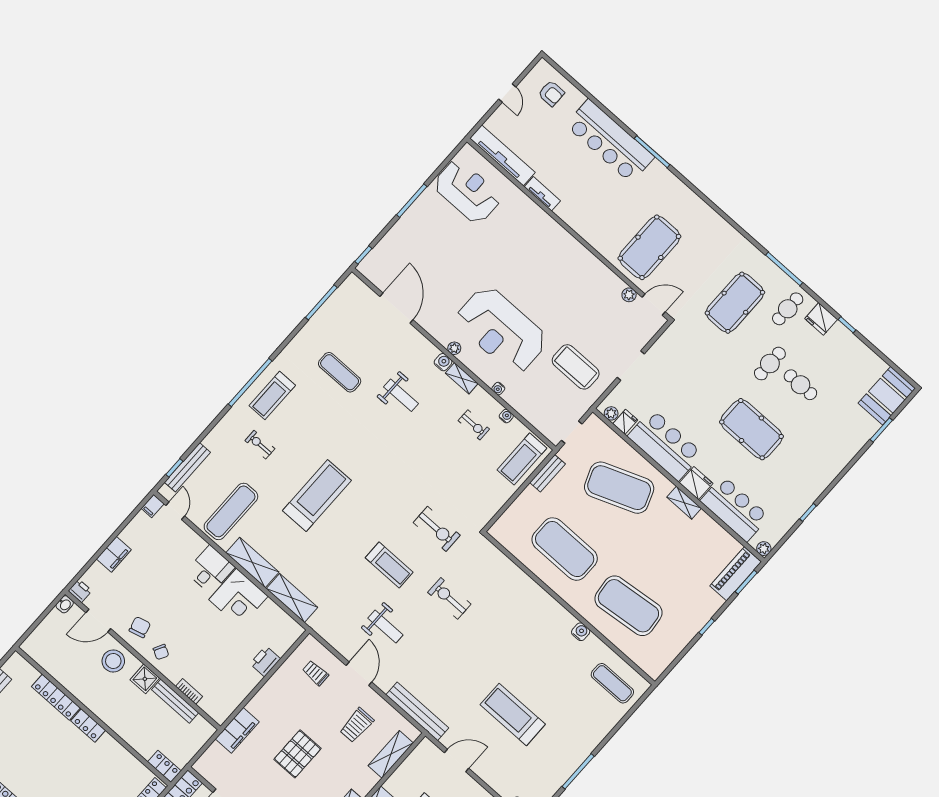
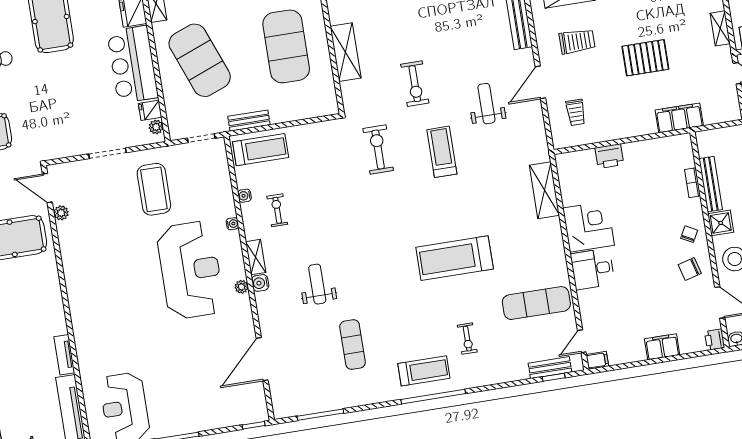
bench: (187, 467) -> (550, 368), width x0.73
shelving: (252, 562) -> (345, 52), moved

